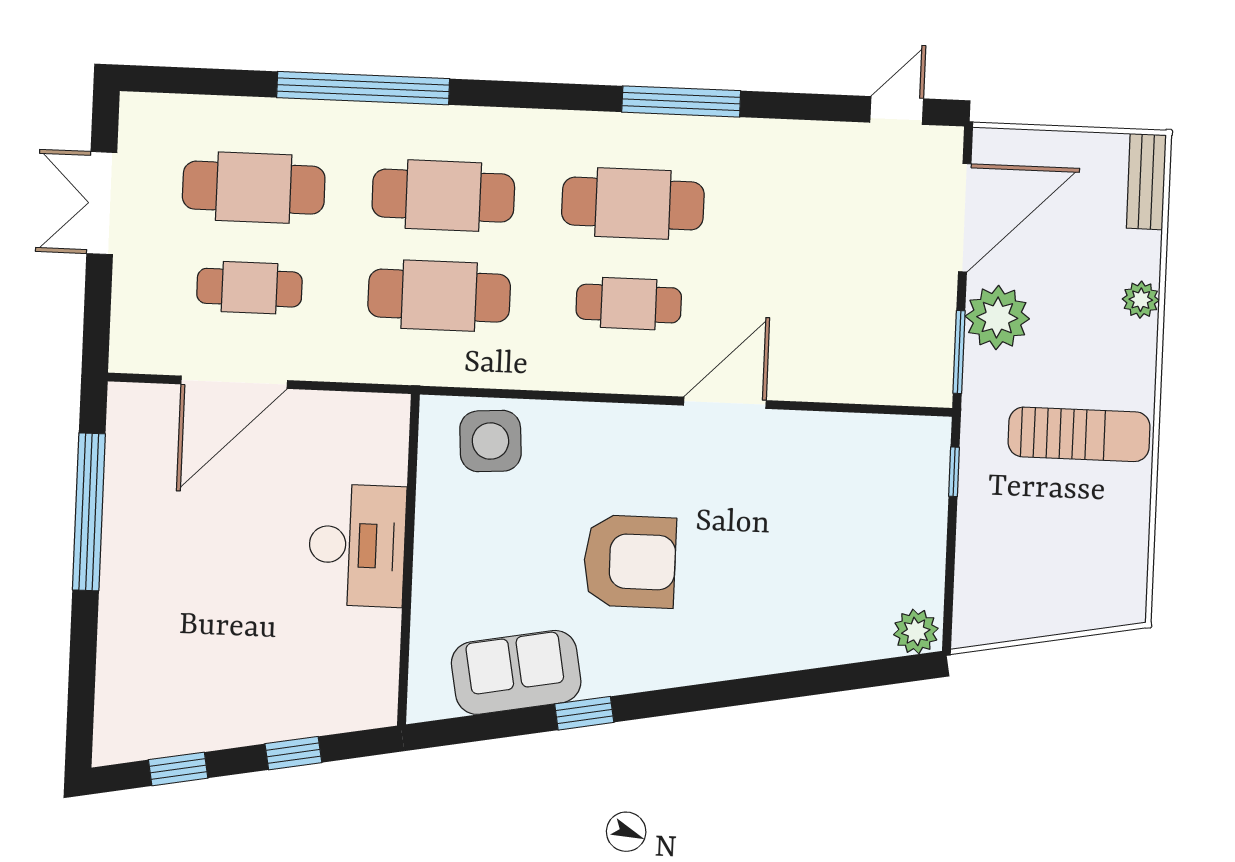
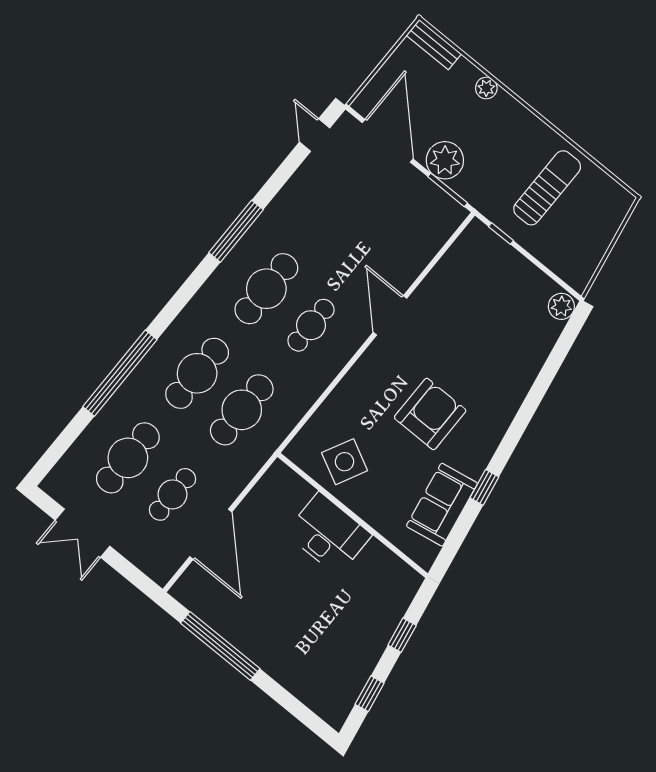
sun lounger: (1079, 434) -> (547, 188), moved
side table: (490, 441) -> (345, 462), moved, turned 31

